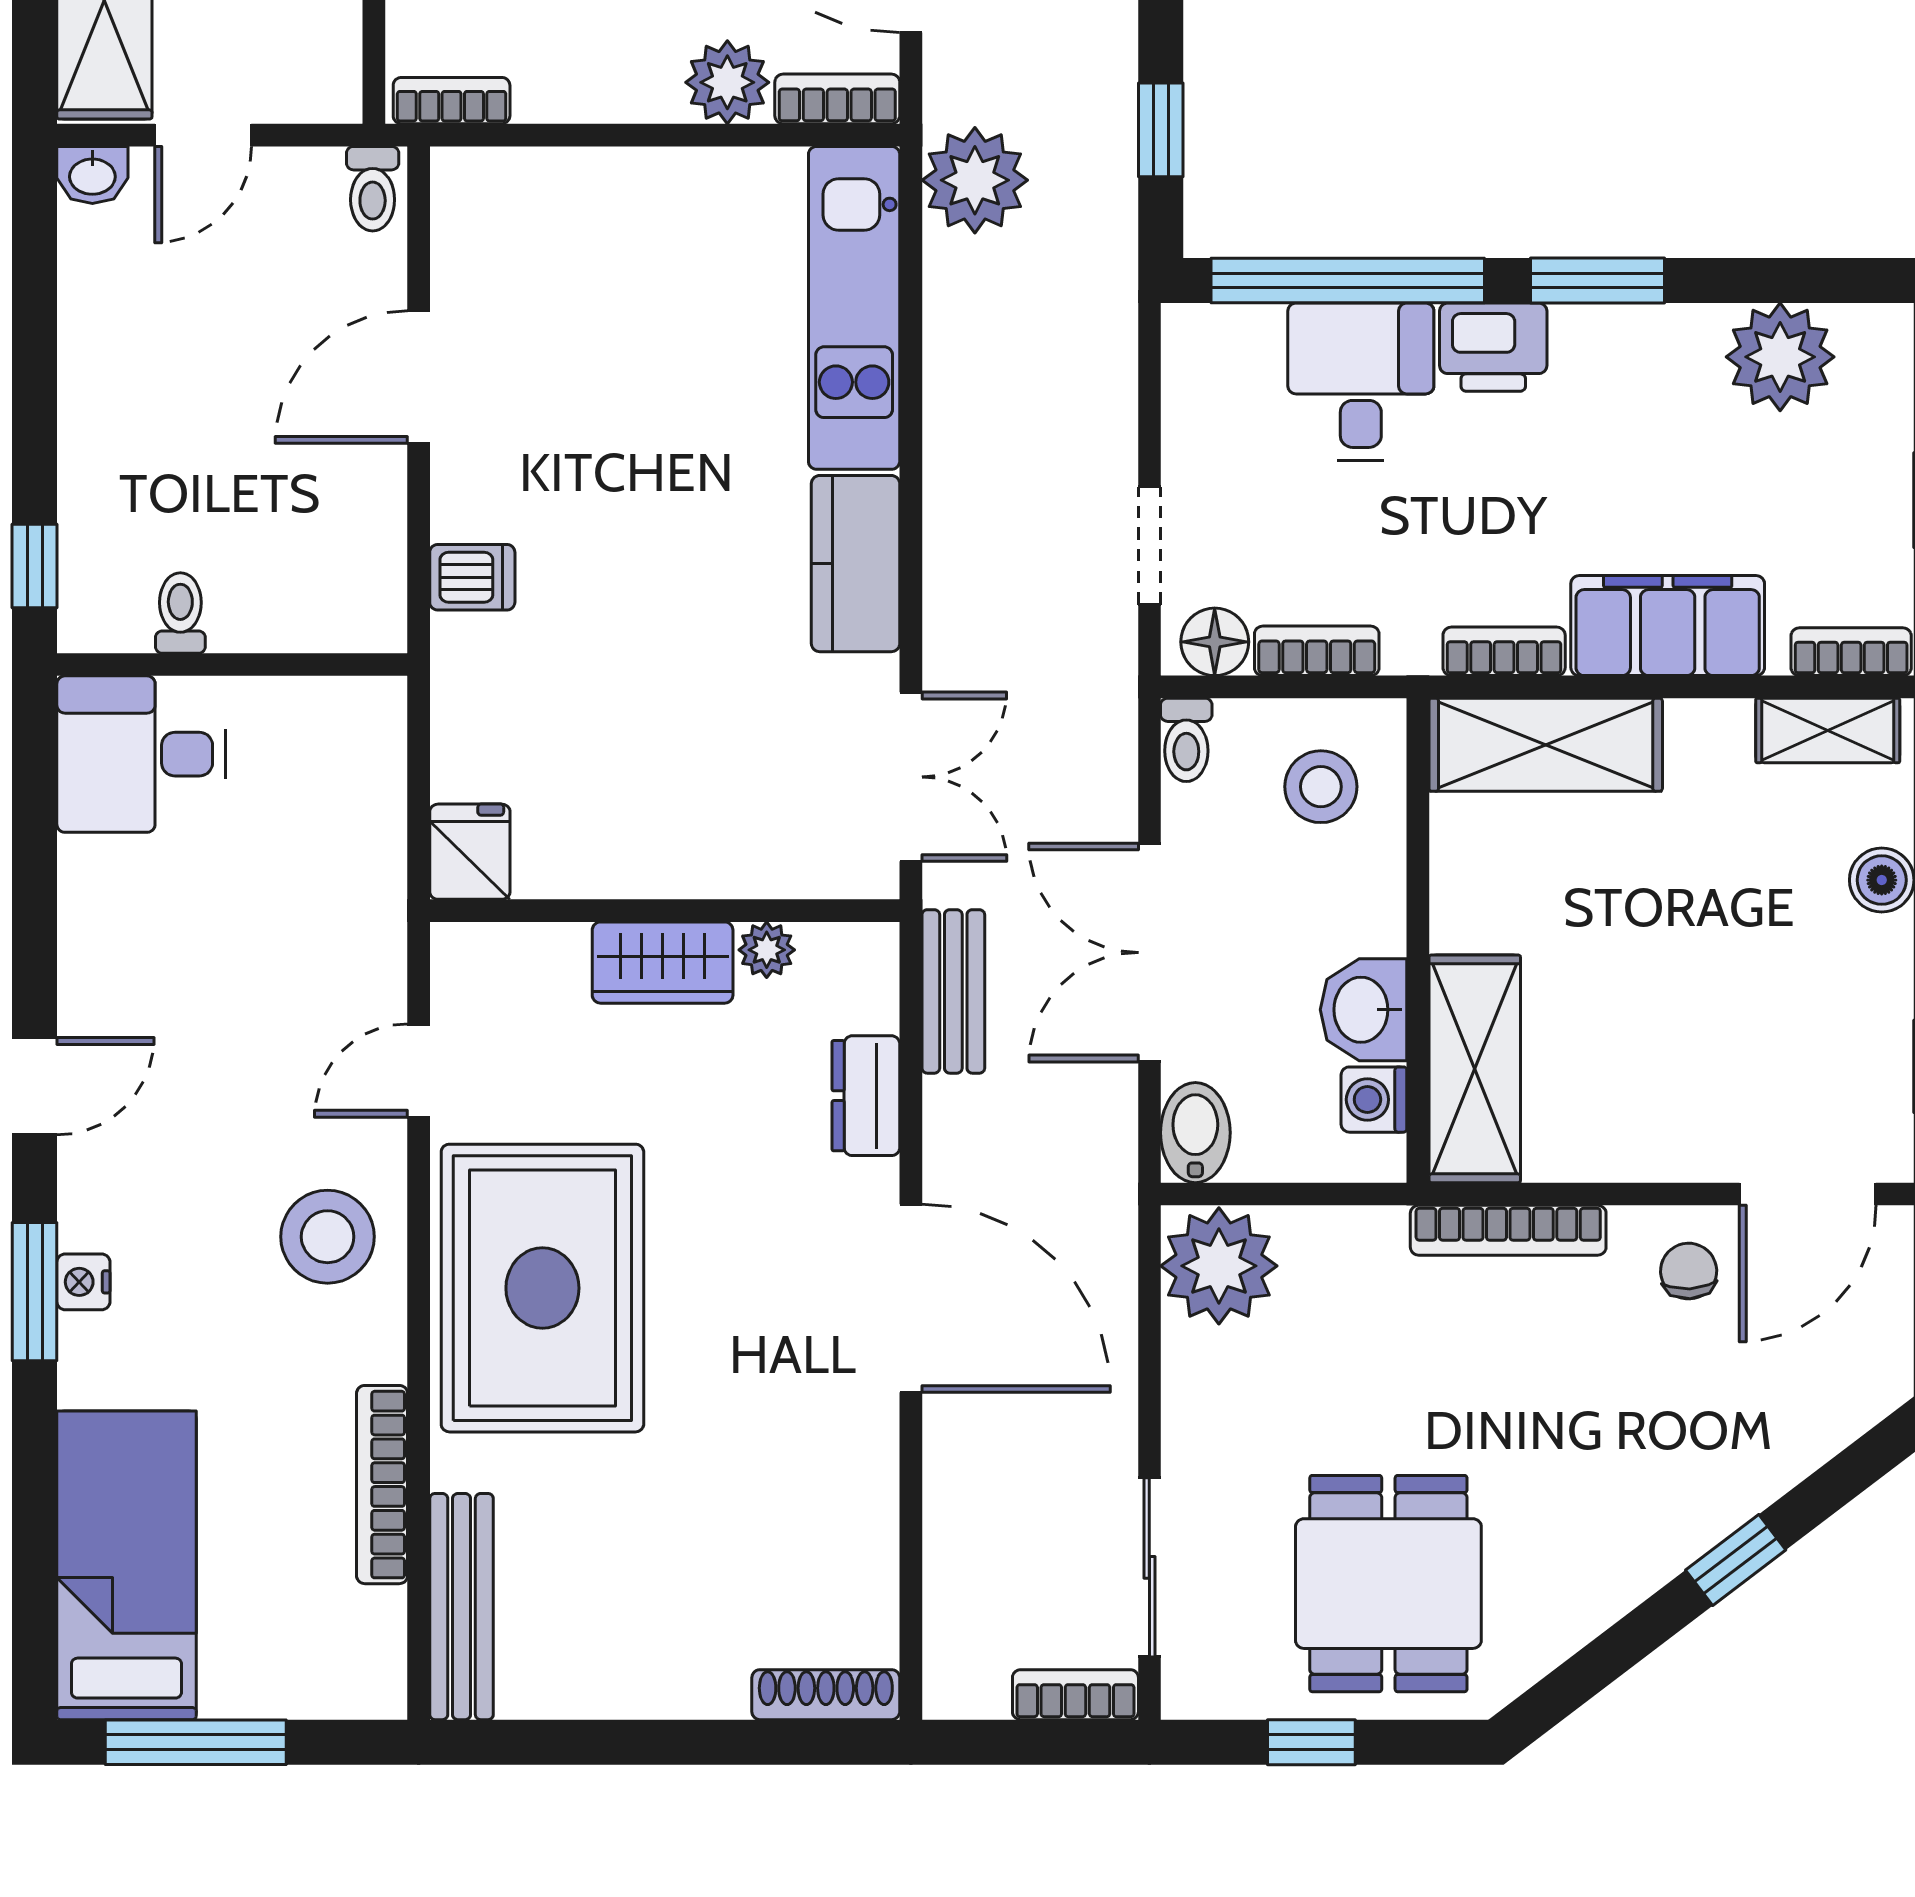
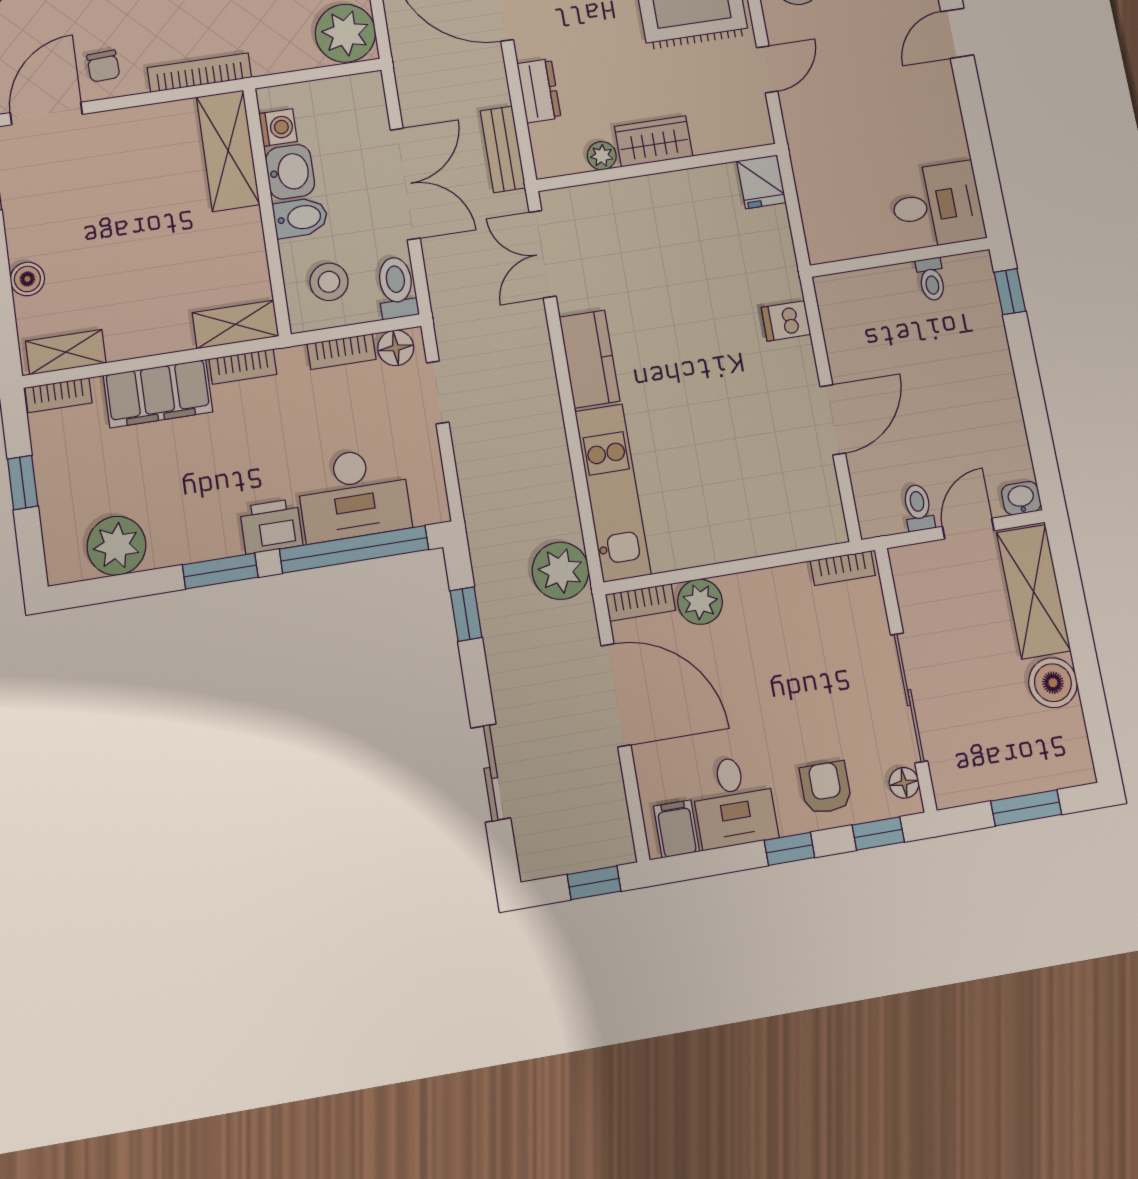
toilet: (373, 189) -> (918, 508), moved
desk: (1361, 381) -> (354, 494), width x1.37
toilet: (1186, 740) -> (397, 287), width x1.37, depth x1.39
shelving: (1546, 745) -> (235, 324), width x0.67, depth x0.75
bidet: (1195, 1133) -> (300, 218), moved, turned -90

